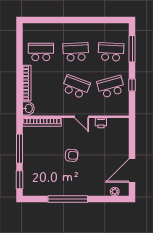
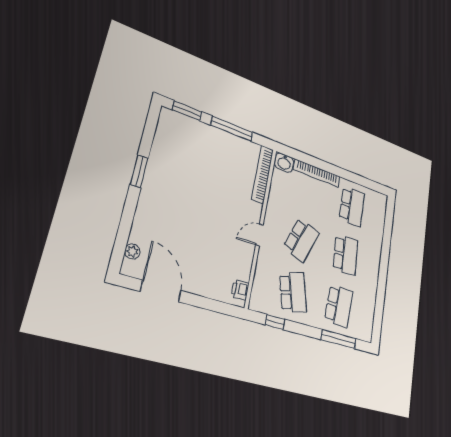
window: (132, 85) -> (275, 322), moved
printer: (101, 123) -> (240, 290), moved
armchair: (72, 155) -> (206, 201), removed
window: (68, 199) -> (139, 171), width x0.47

